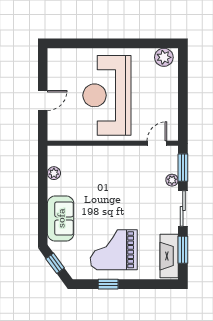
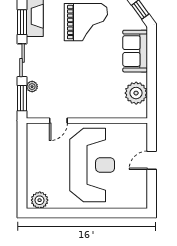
door: (157, 143) -> (58, 121), moved
plant: (54, 173) -> (136, 93), width x1.87, depth x1.87

